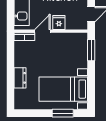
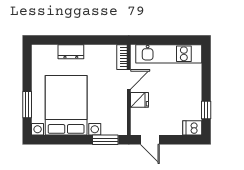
door: (42, 31) -> (129, 79), hinge flipped
bed with nightstands: (63, 89) -> (66, 105), width x1.36

